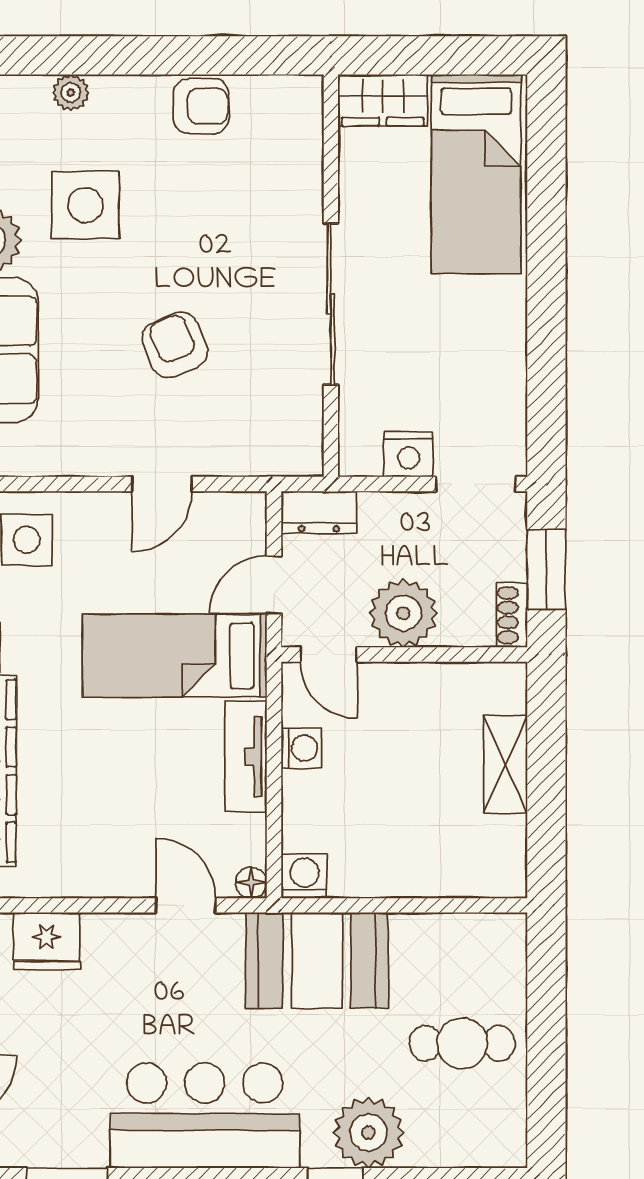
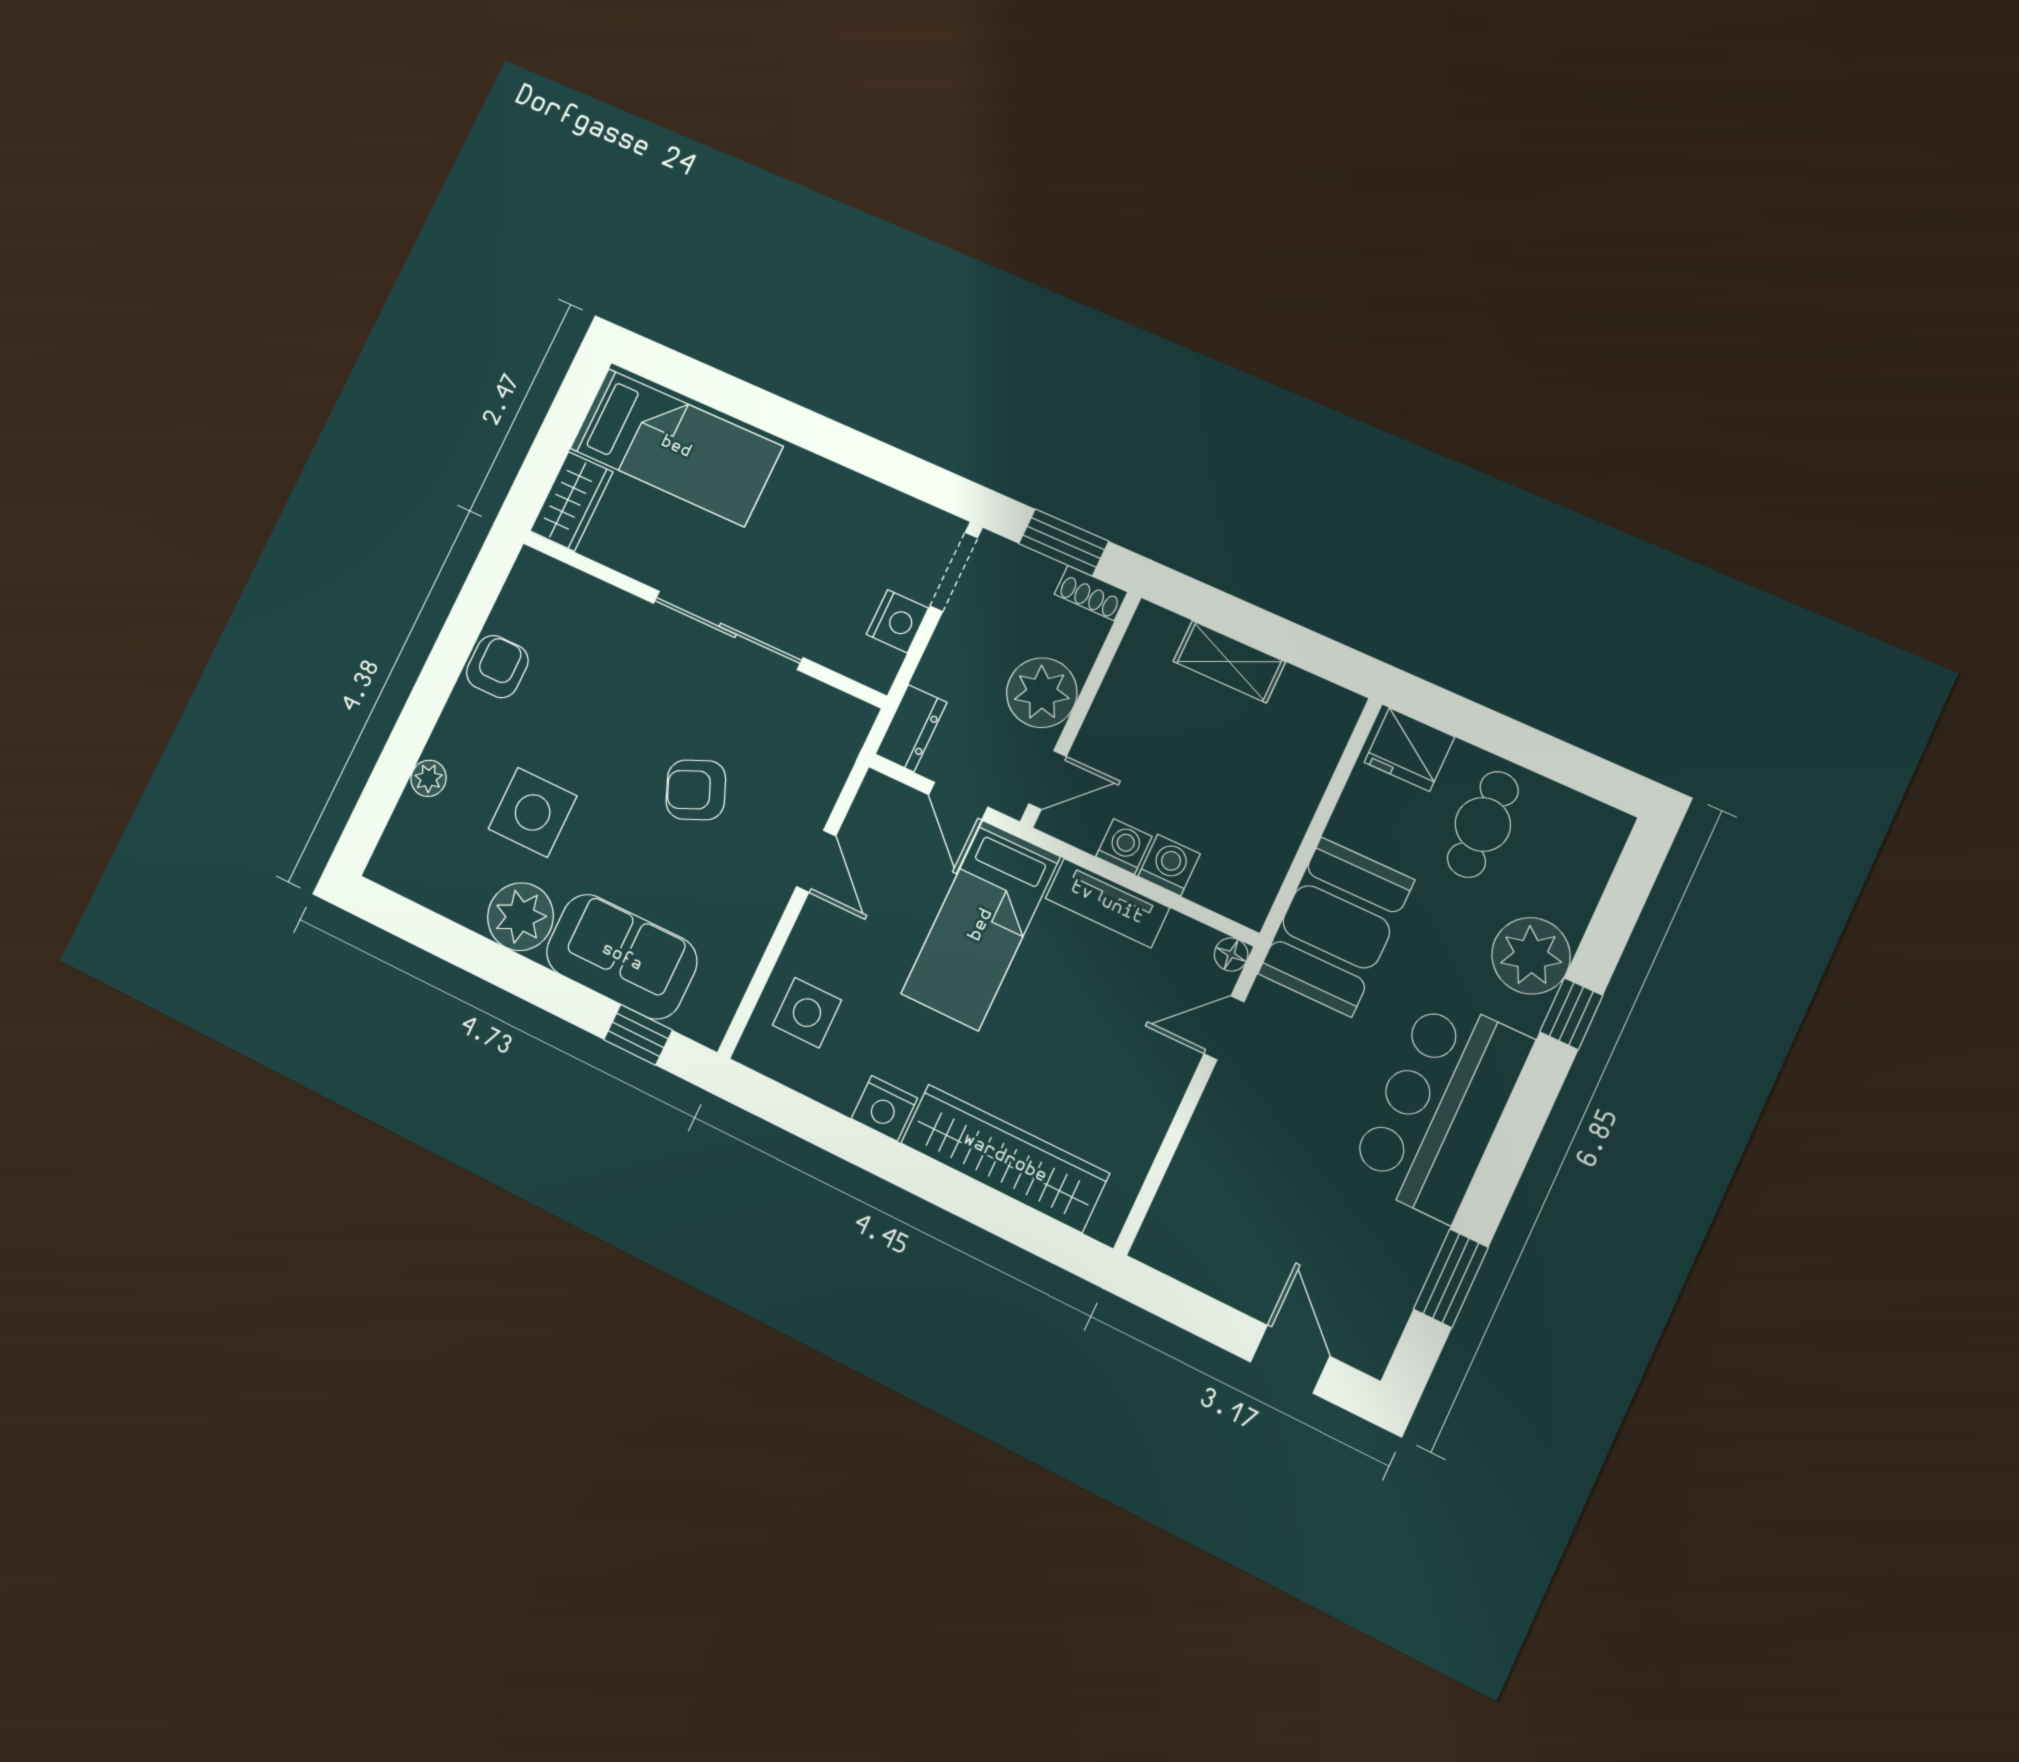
washing machine: (304, 876) -> (1169, 865), moved, turned 90
fridge: (47, 941) -> (1409, 750), moved, turned 90

